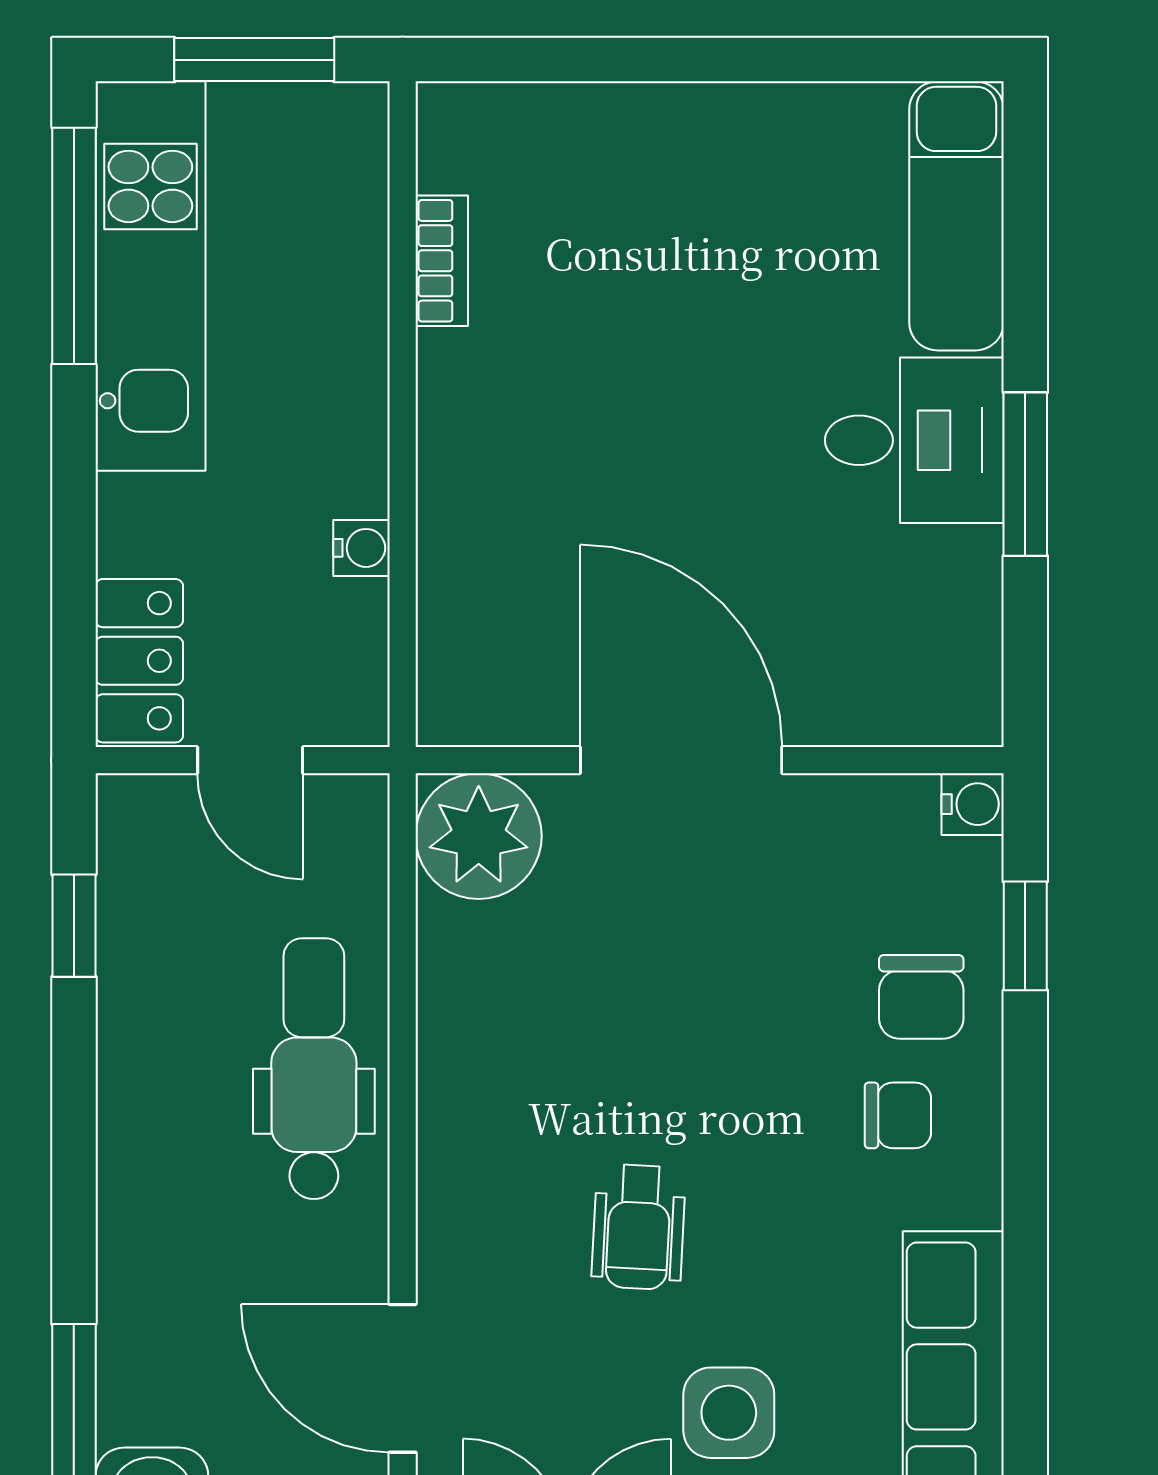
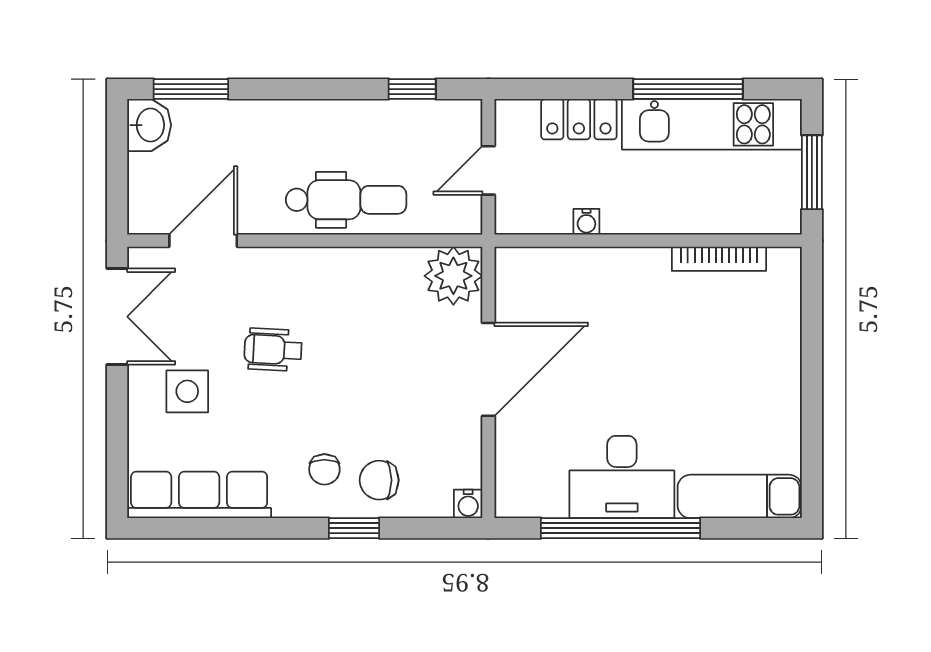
window: (74, 246) -> (688, 89), moved
bookcase: (442, 261) -> (719, 259), width x1.56
desk: (914, 440) -> (622, 477), width x1.37
window: (1025, 474) -> (621, 528), width x2.11
locker: (139, 661) -> (579, 119), moved
window: (1025, 936) -> (354, 528), moved

